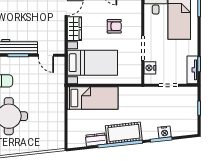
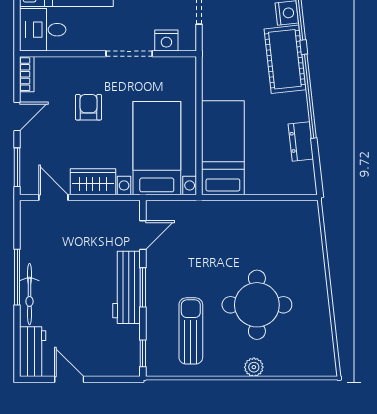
cot: (124, 133) -> (285, 59), moved

